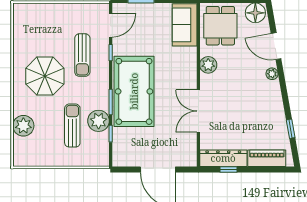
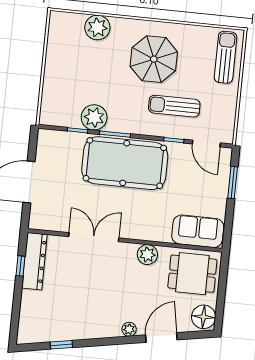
sun lounger: (72, 126) -> (226, 57), moved, turned -90
piano: (267, 158) -> (29, 313), removed

